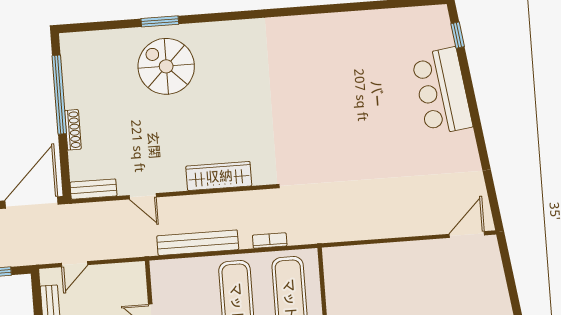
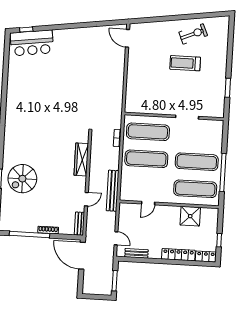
bar counter: (442, 91) -> (32, 43), moved
bench: (198, 243) -> (113, 191), moved

